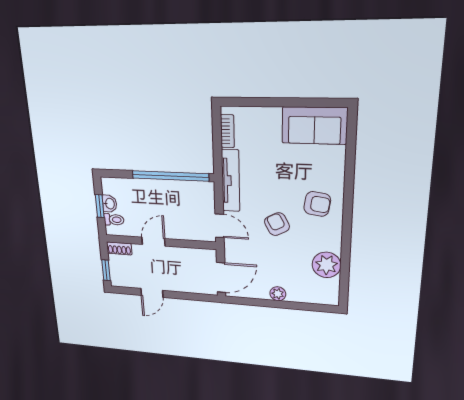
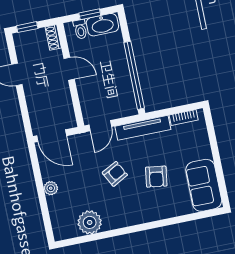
washbasin: (110, 204) -> (102, 25), width x1.91, depth x1.45
armchair: (317, 204) -> (156, 177), moved

